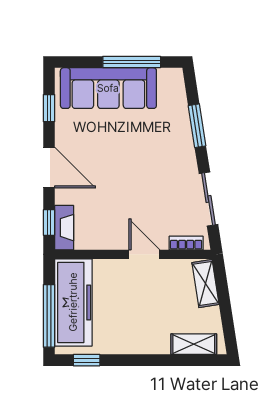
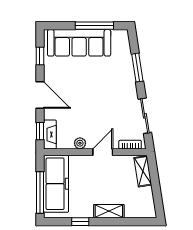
plant: (110, 241) -> (80, 143), added
door: (144, 254) -> (103, 152), hinge flipped
shelving: (194, 344) -> (109, 211), moved
window: (87, 360) -> (80, 222), moved

